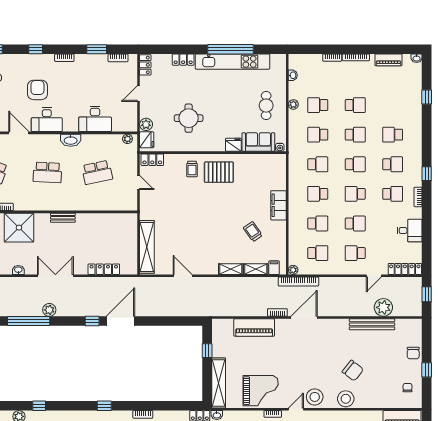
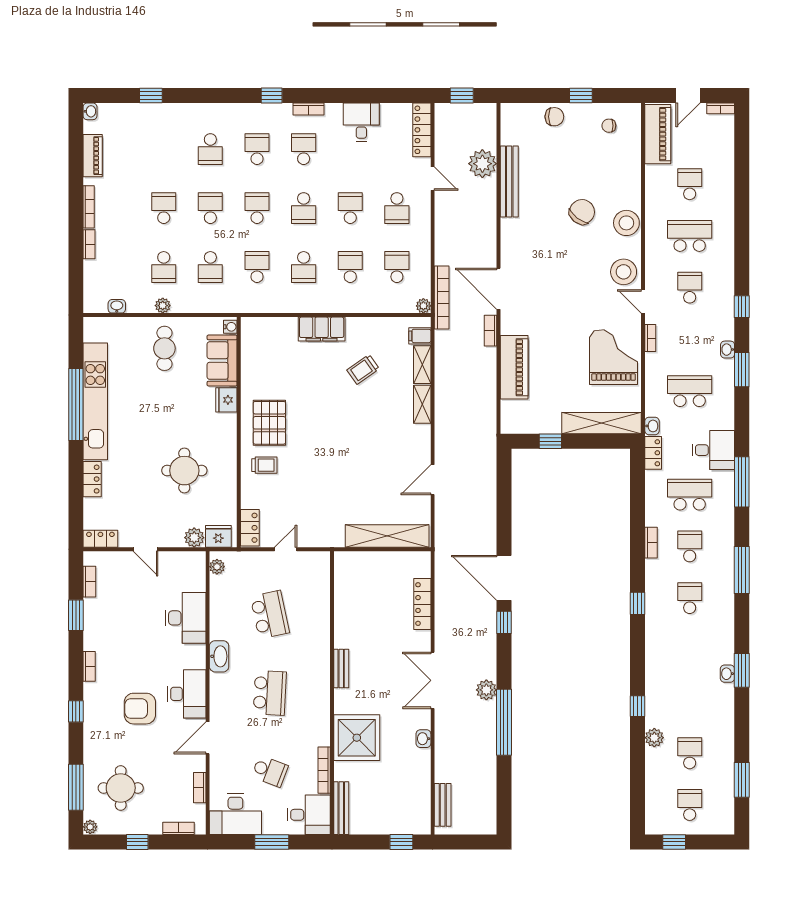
cafe table: (266, 106) -> (164, 348), turned 90

